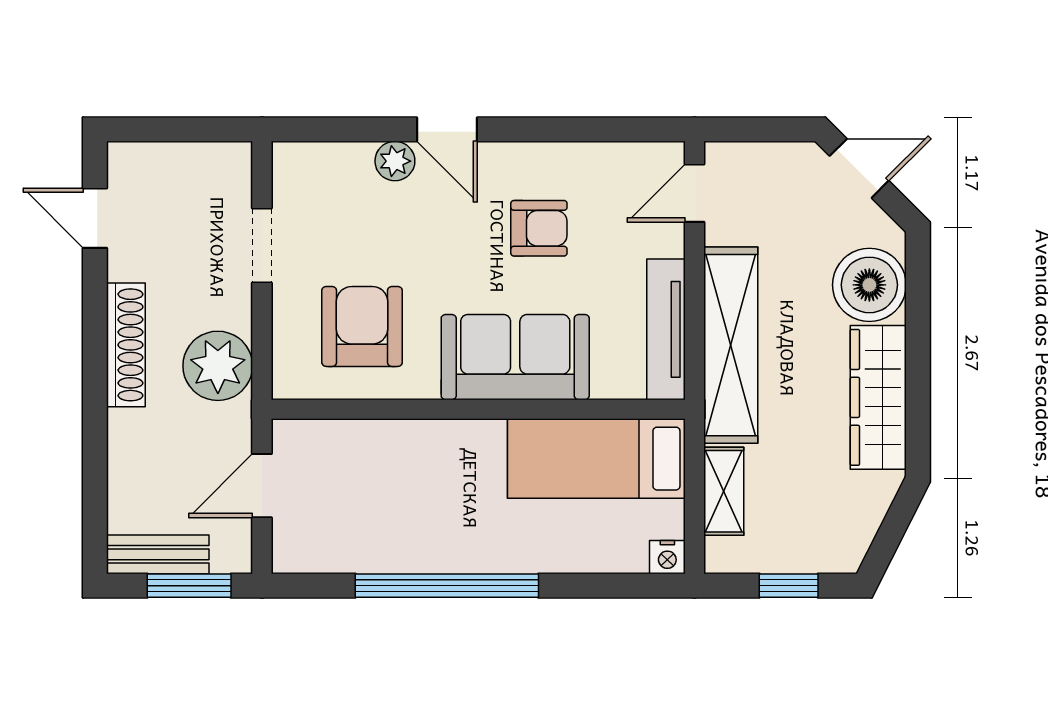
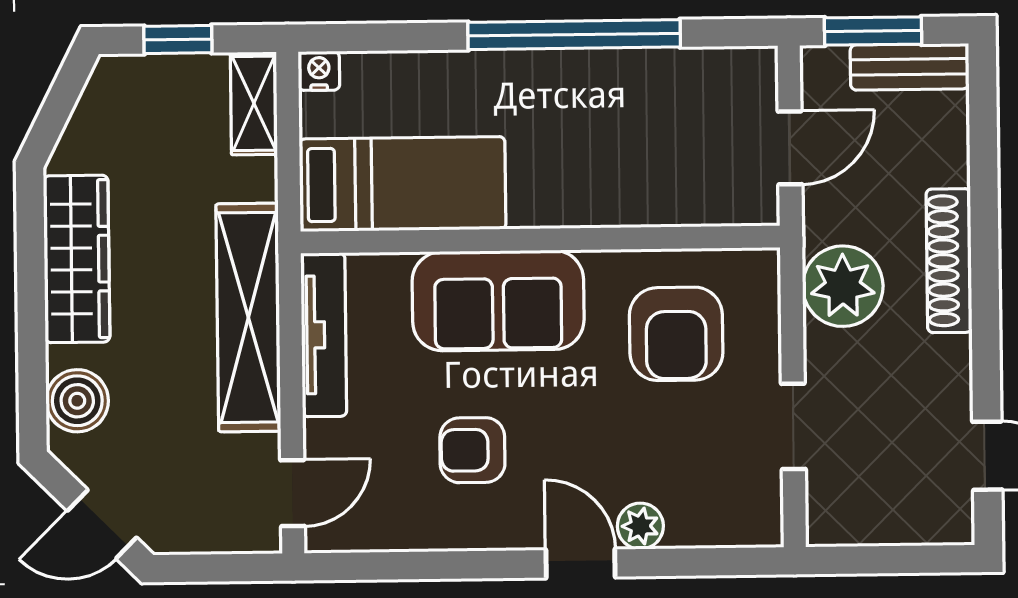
boiler: (869, 285) -> (77, 401), width x0.73, depth x0.73
shoe rack: (126, 345) -> (949, 261), moved
shelving: (724, 491) -> (254, 103), moved

